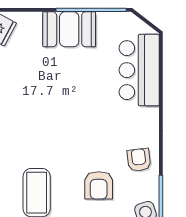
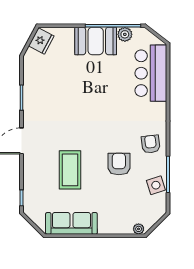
plant: (106, 21) -> (125, 34), added
armchair: (99, 185) -> (119, 164), turned 180

